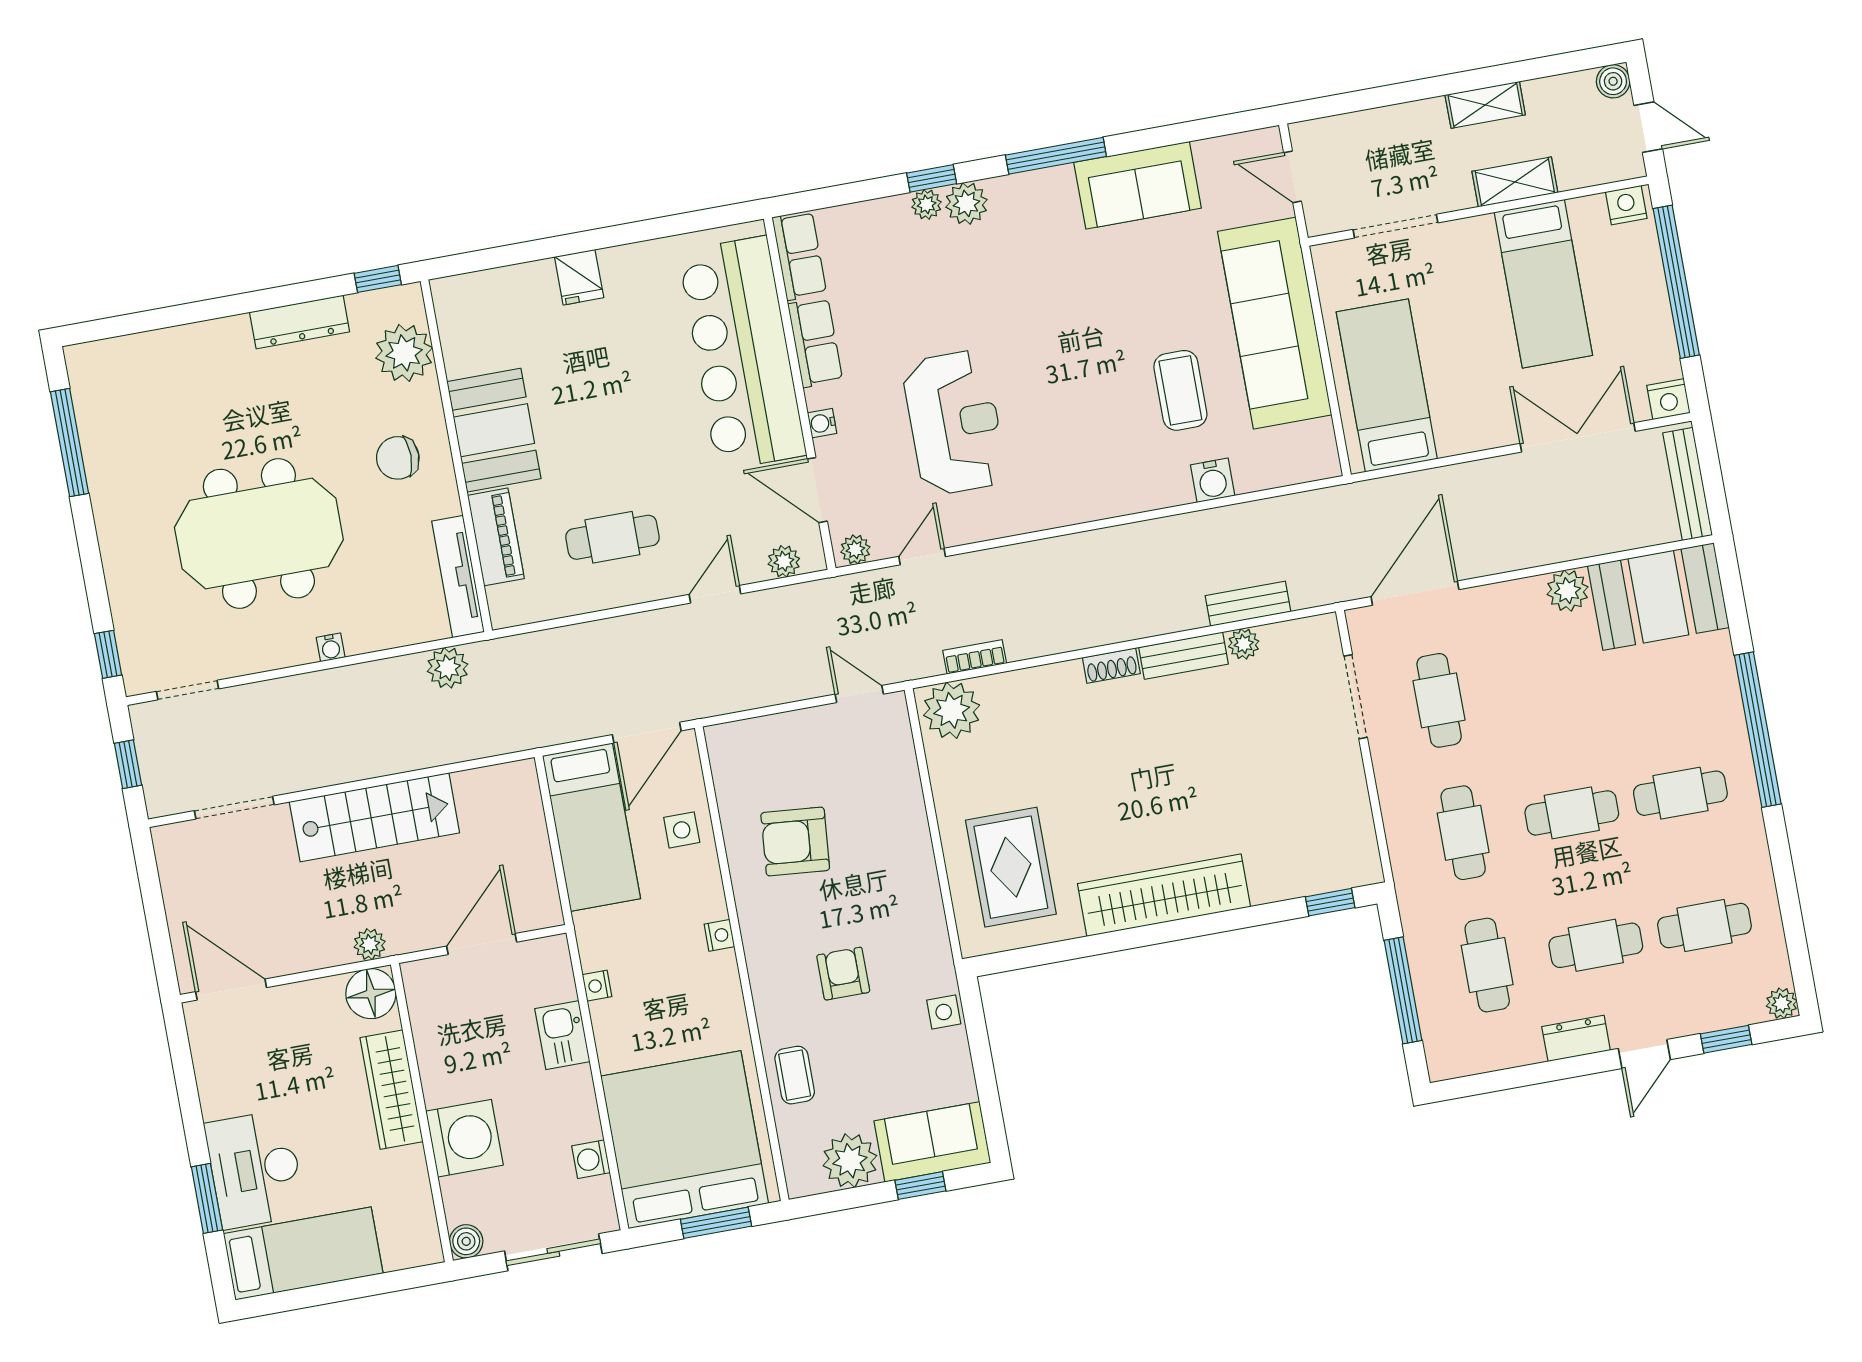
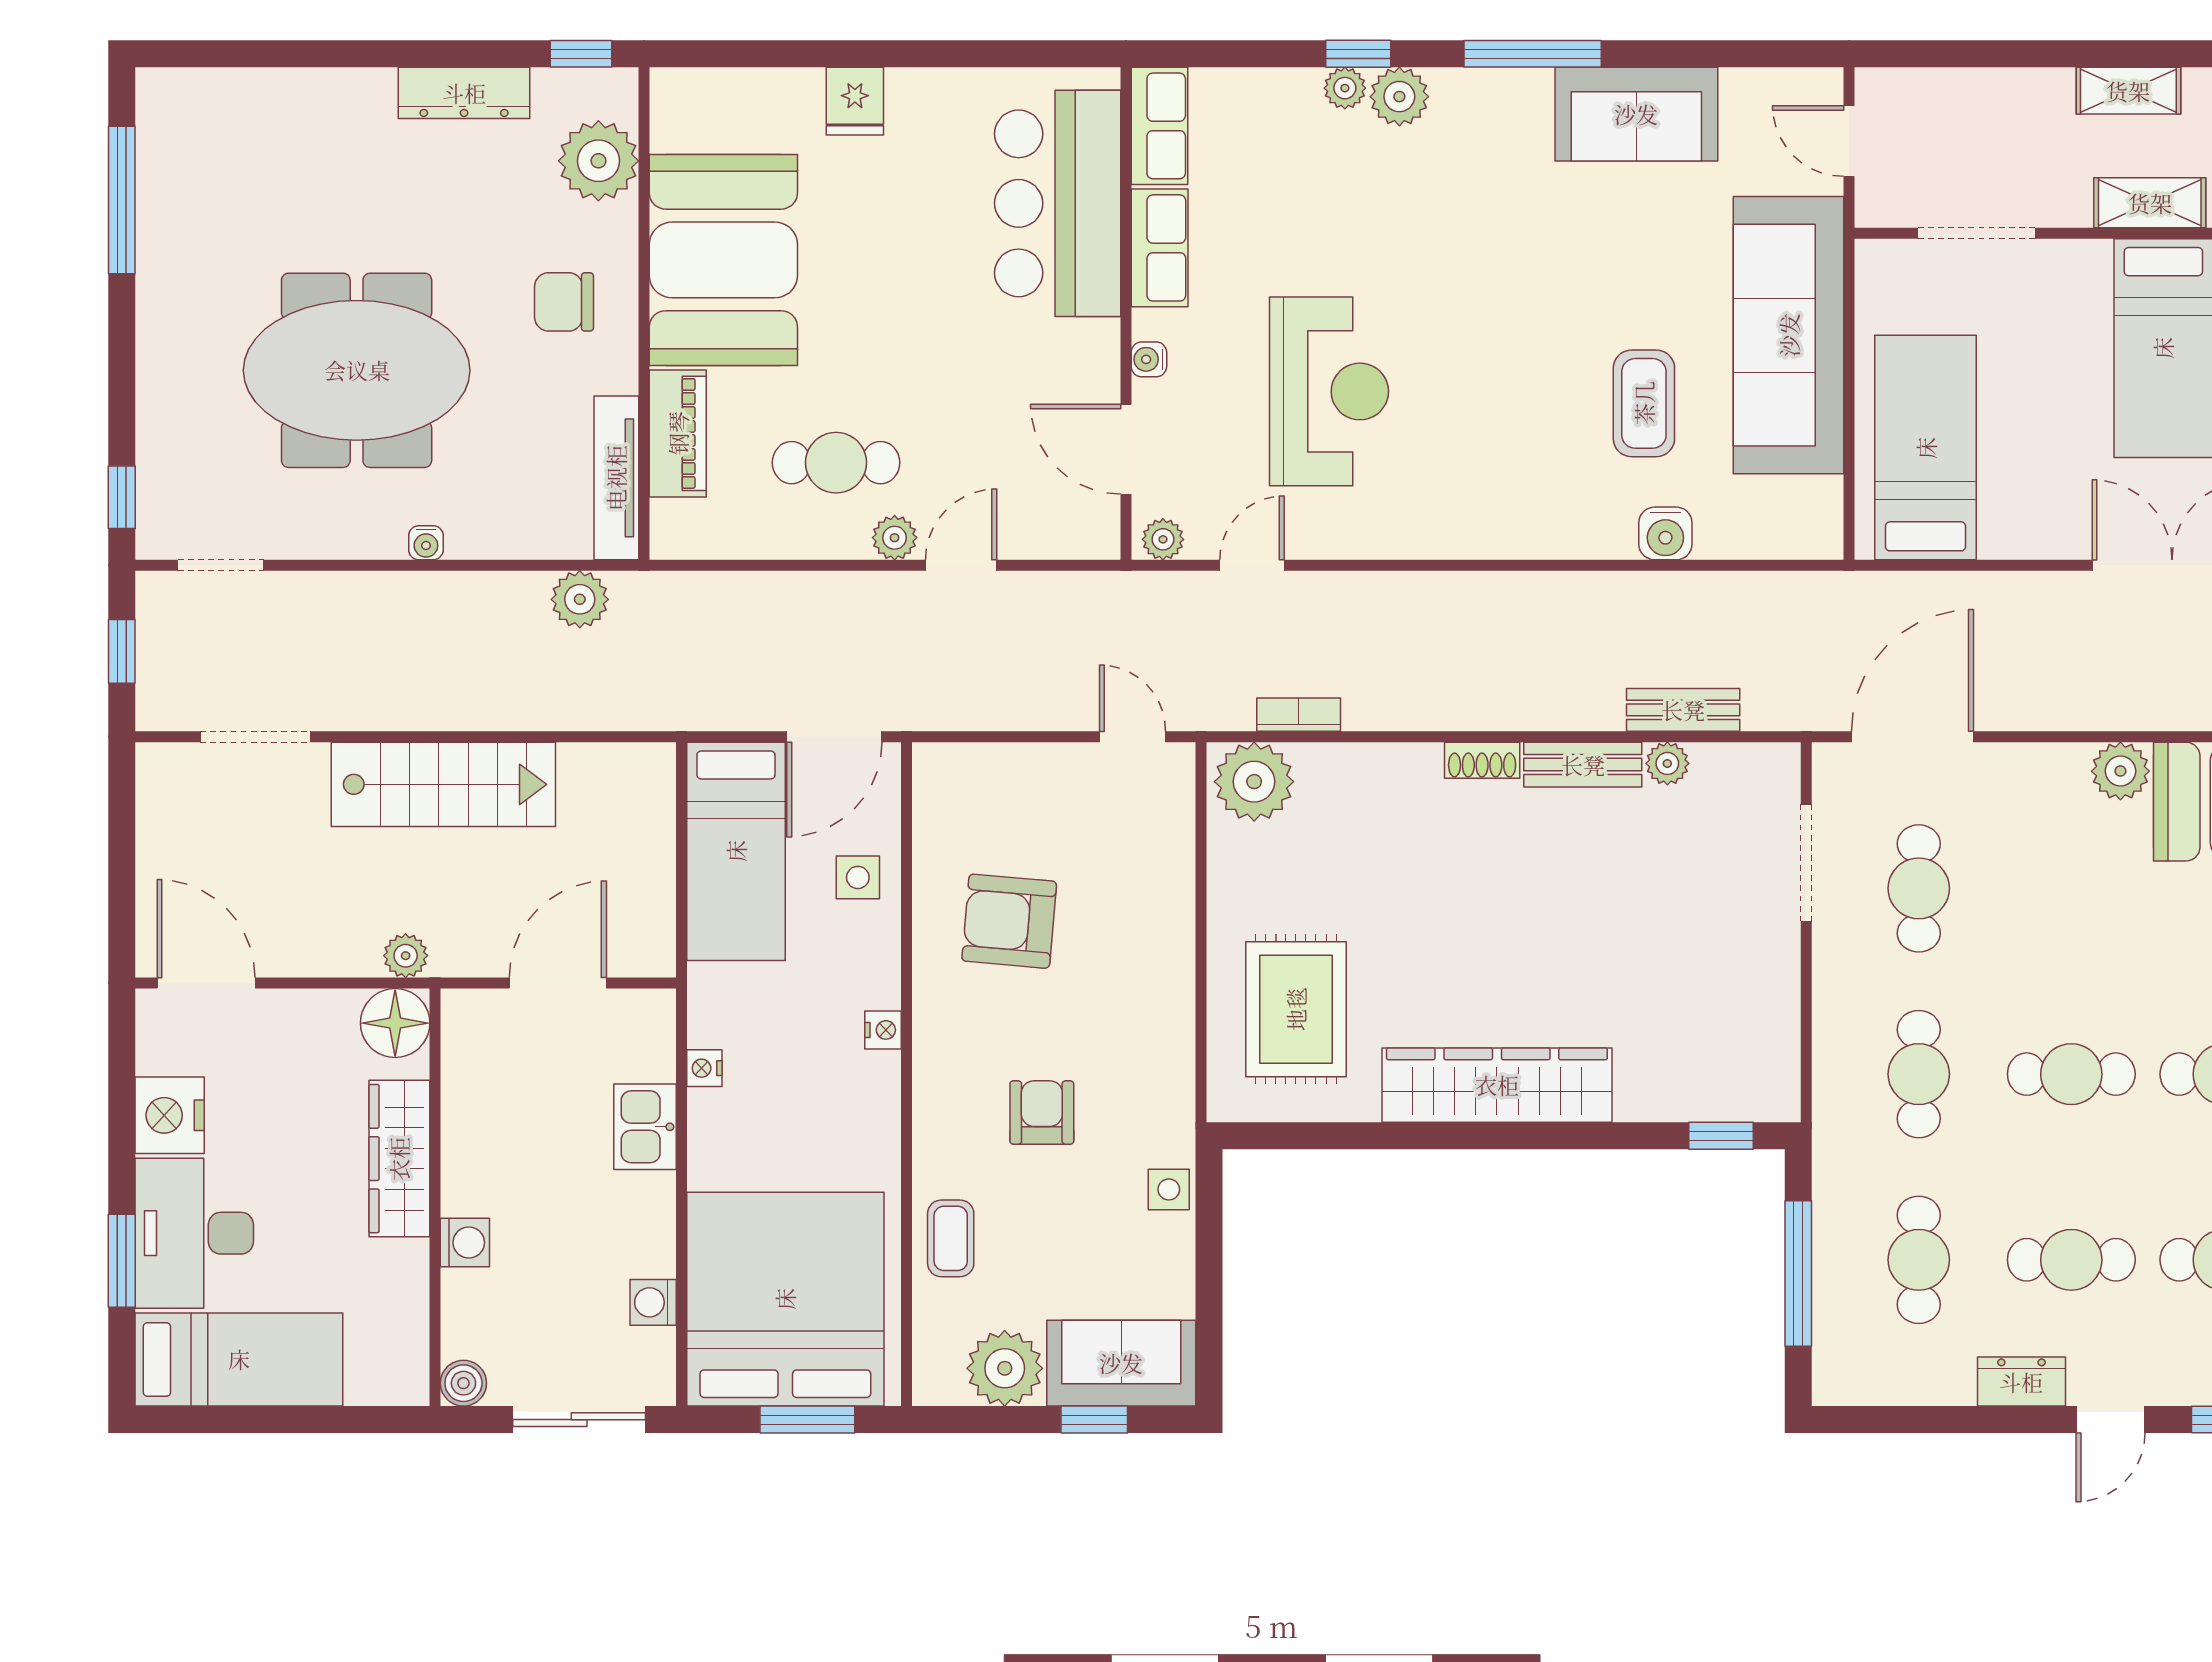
bar counter: (742, 353) -> (1058, 203), width x0.73
booth: (494, 430) -> (723, 260), width x1.36, depth x1.42
plant: (784, 561) -> (895, 538), moved
nightstand: (222, 1089) -> (170, 1115), added
washing machine: (464, 1138) -> (465, 1243), width x0.53, depth x0.53

